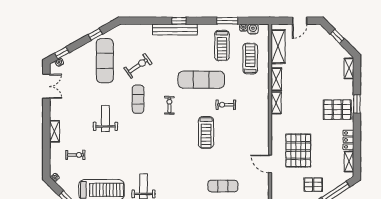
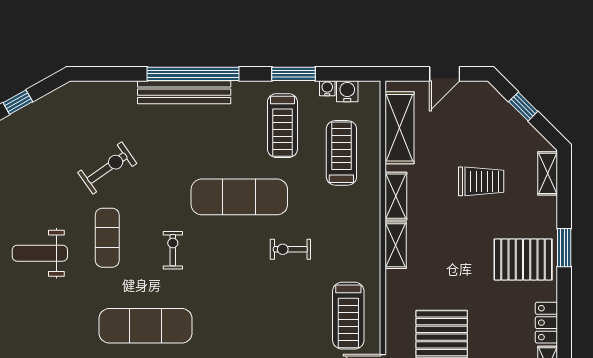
window: (179, 21) -> (193, 74), width x3.17
exercise mat: (105, 61) -> (146, 326), moved, turned 90
trolley: (317, 72) -> (481, 181), added
weight bench: (105, 118) -> (40, 253), moved, turned -90
treadmill: (206, 132) -> (348, 316), moved

